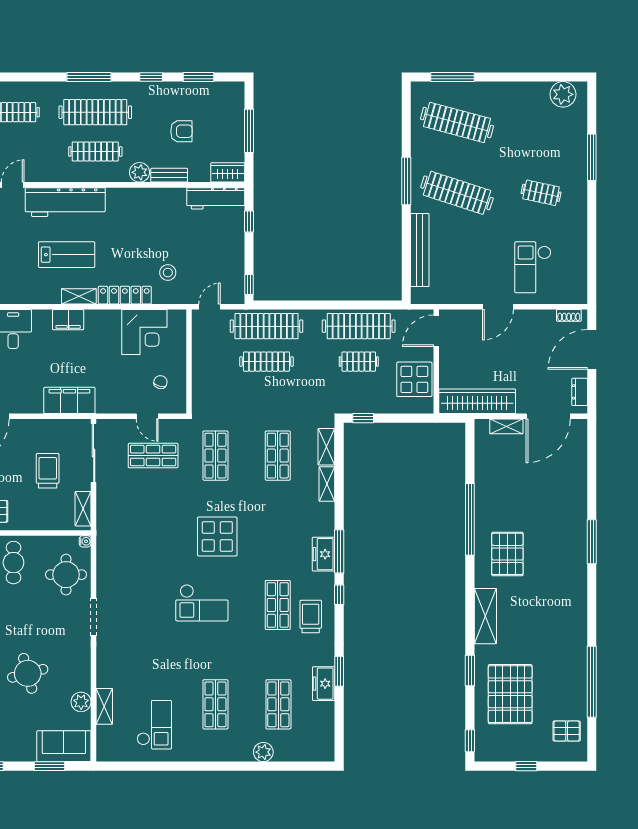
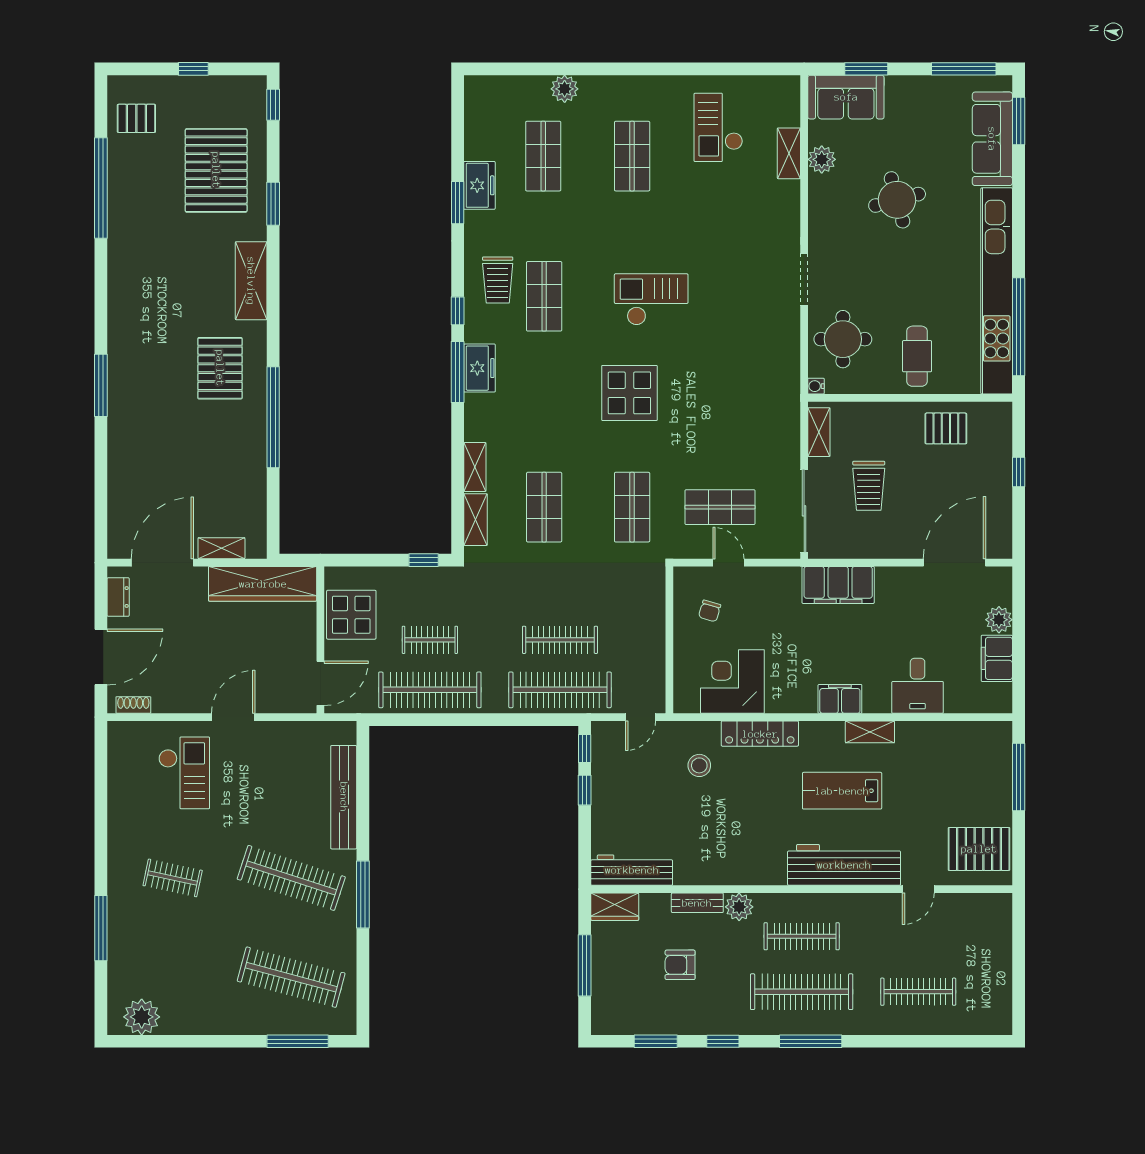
window: (249, 221) -> (585, 790), moved
shelving: (79, 296) -> (870, 732), moved

